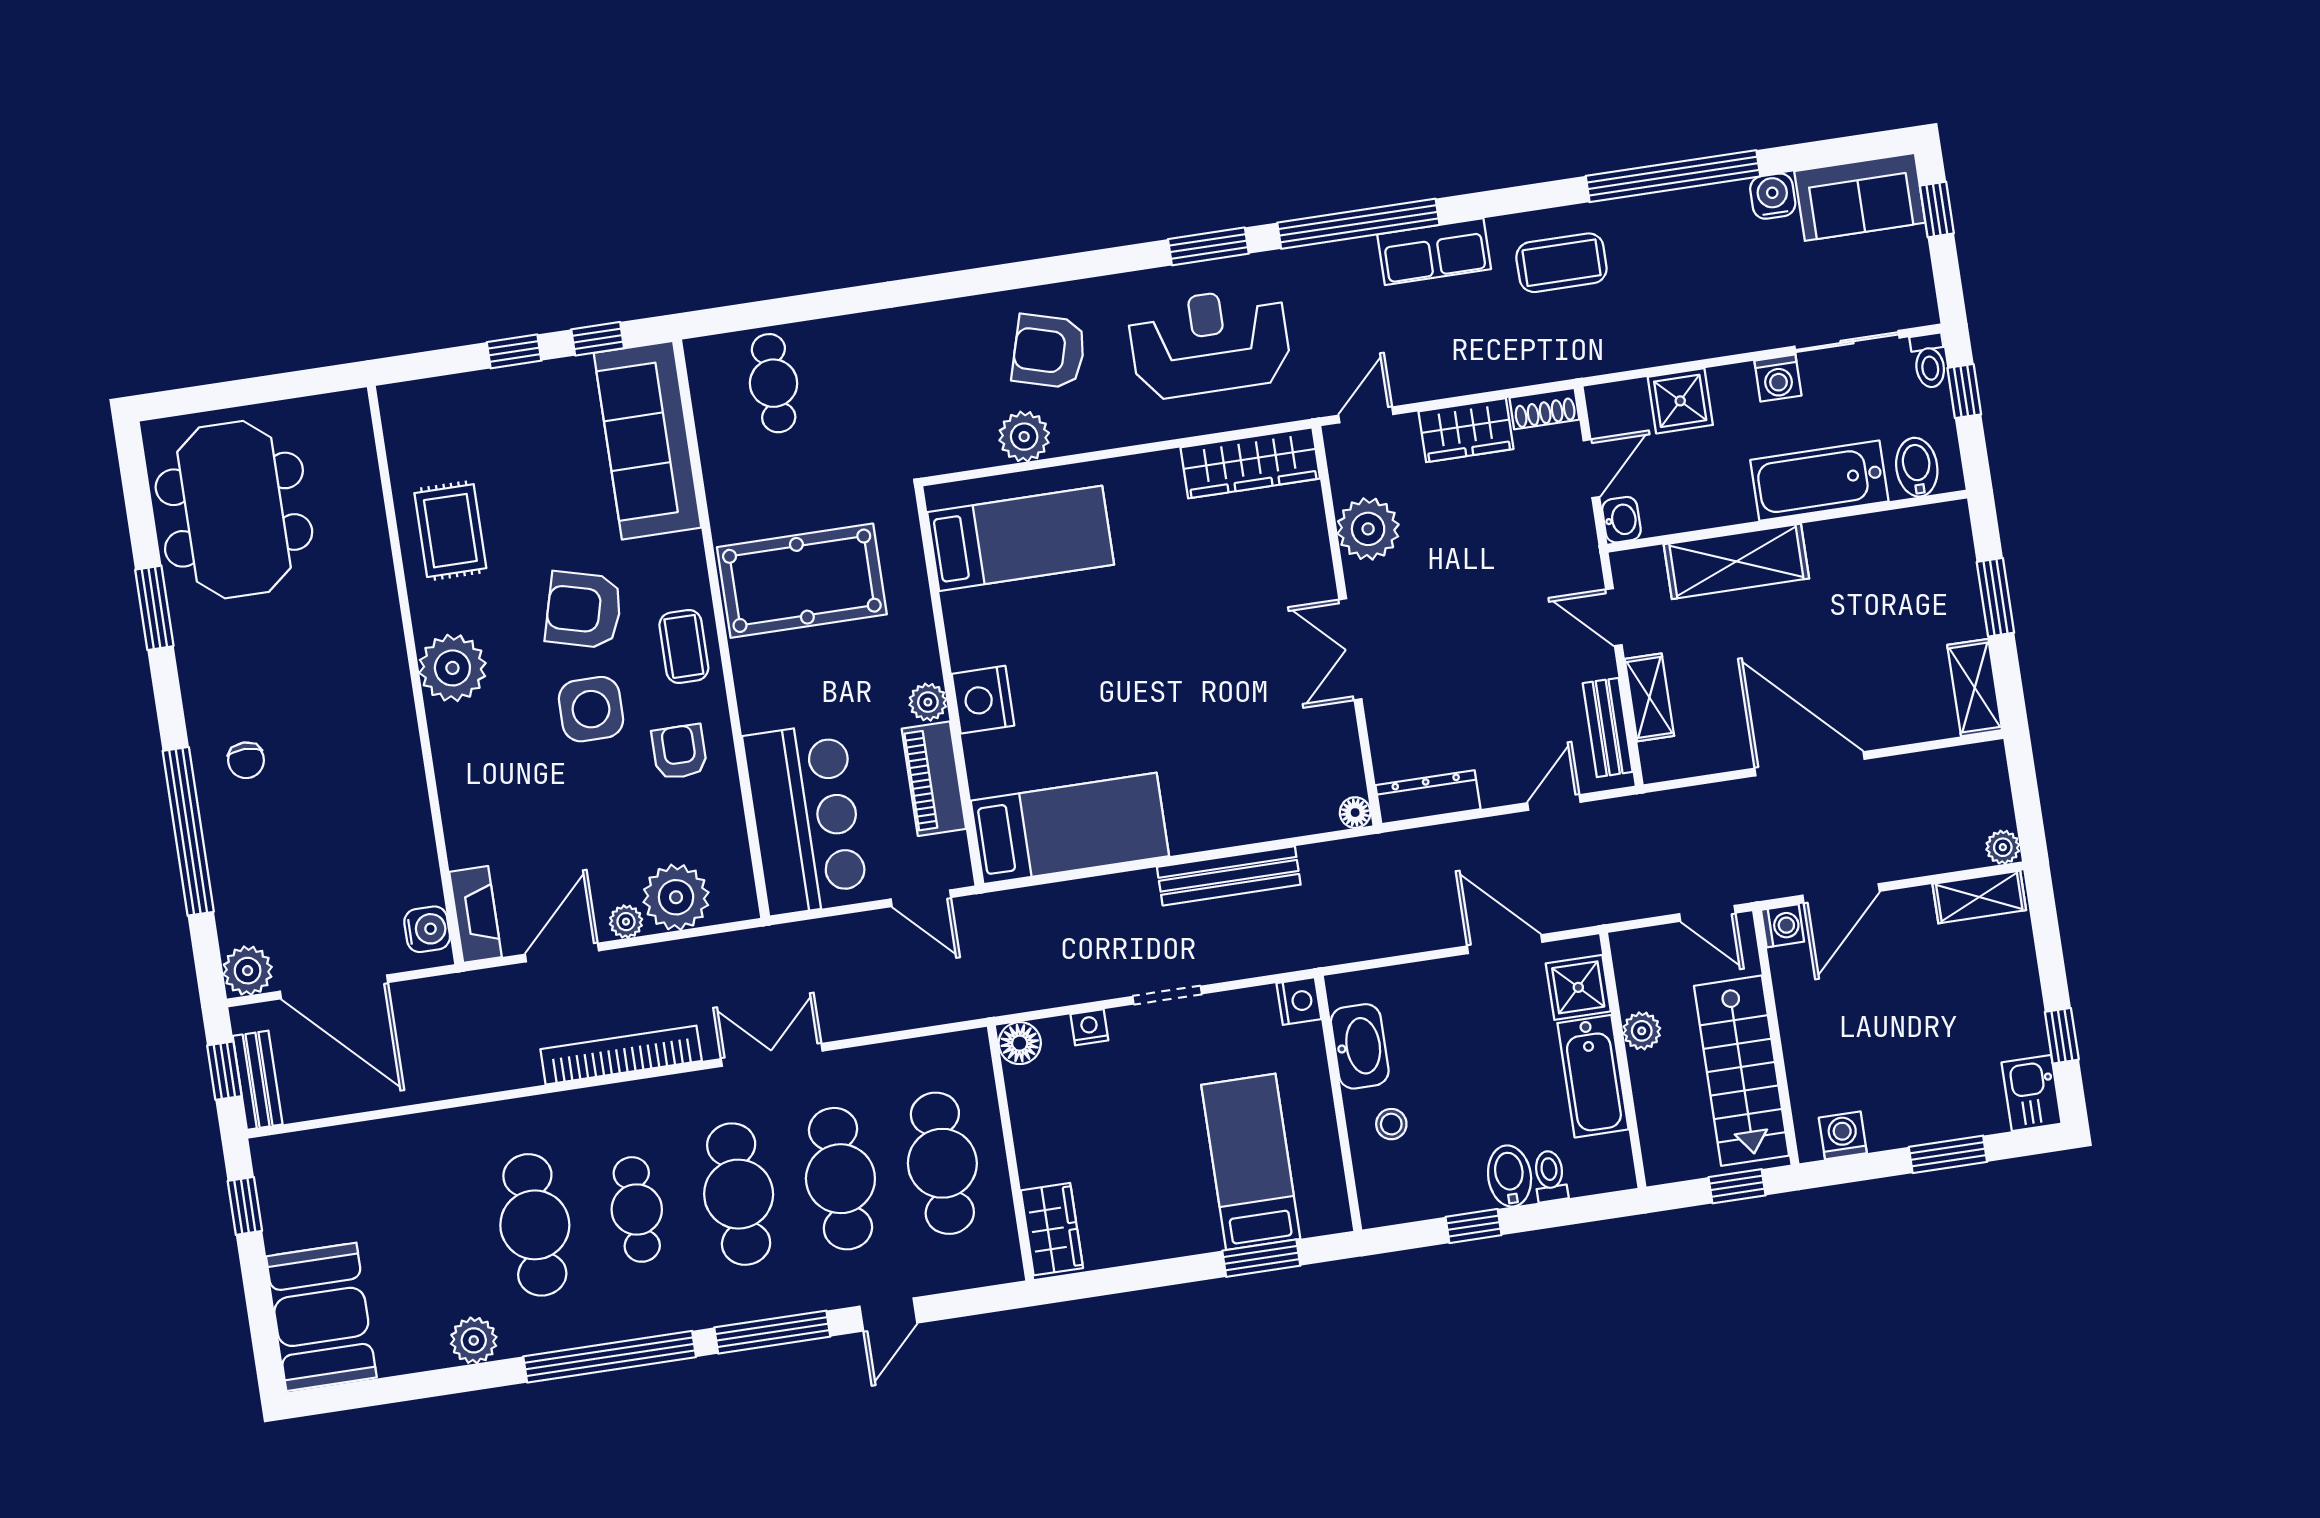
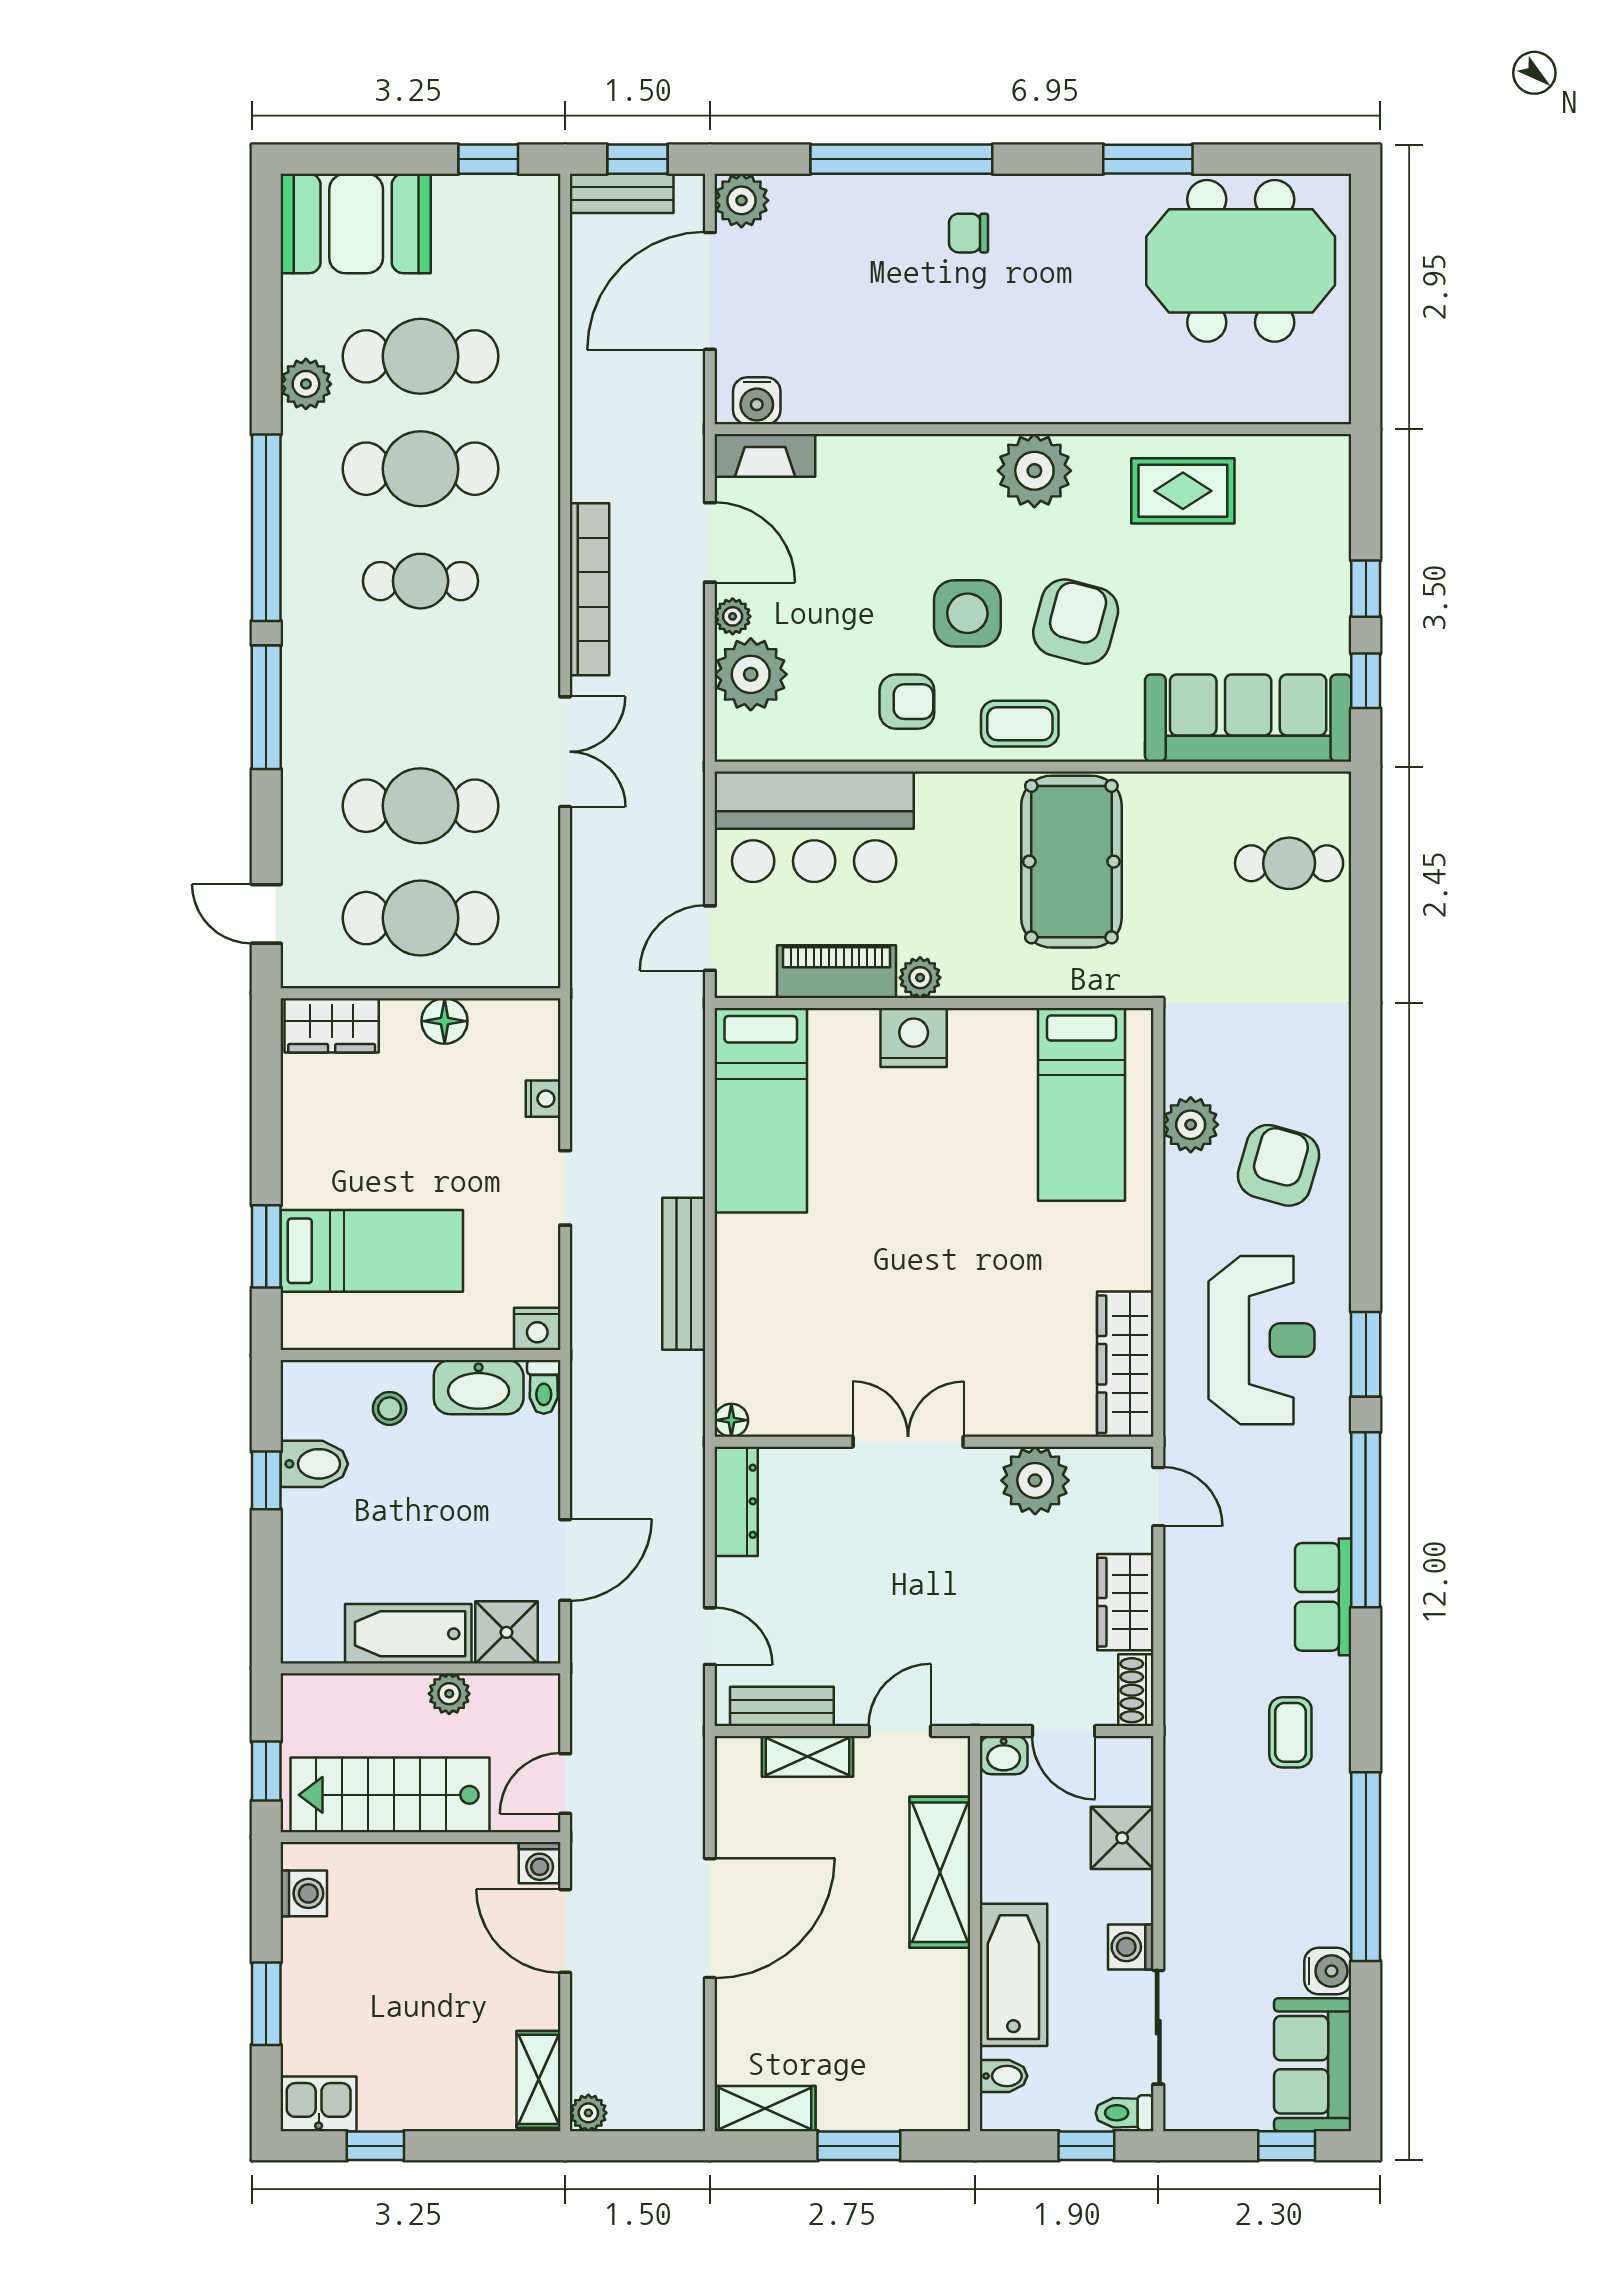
coffee table: (1561, 263) -> (1290, 1732), width x0.73, depth x0.77
bidet: (1917, 467) -> (1004, 2076), width x0.72, depth x0.74
floor lamp: (1020, 1043) -> (445, 1021), moved
bidet: (1510, 1176) -> (314, 1464), moved
toilet: (1550, 1176) -> (544, 1387), moved, turned 90
cafe table: (739, 1194) -> (421, 356), moved
door: (888, 1315) -> (266, 914), moved

